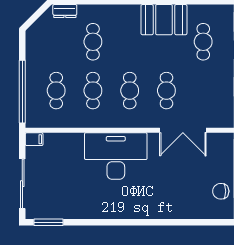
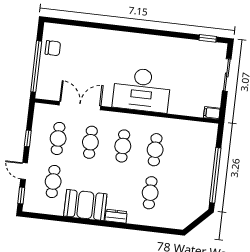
dresser: (65, 11) -> (116, 216), moved
cafe table: (56, 91) -> (58, 138), moved
window: (22, 92) -> (215, 175), moved
sliding door: (22, 184) -> (227, 75), width x0.73
window: (48, 222) -> (208, 38), width x0.67

